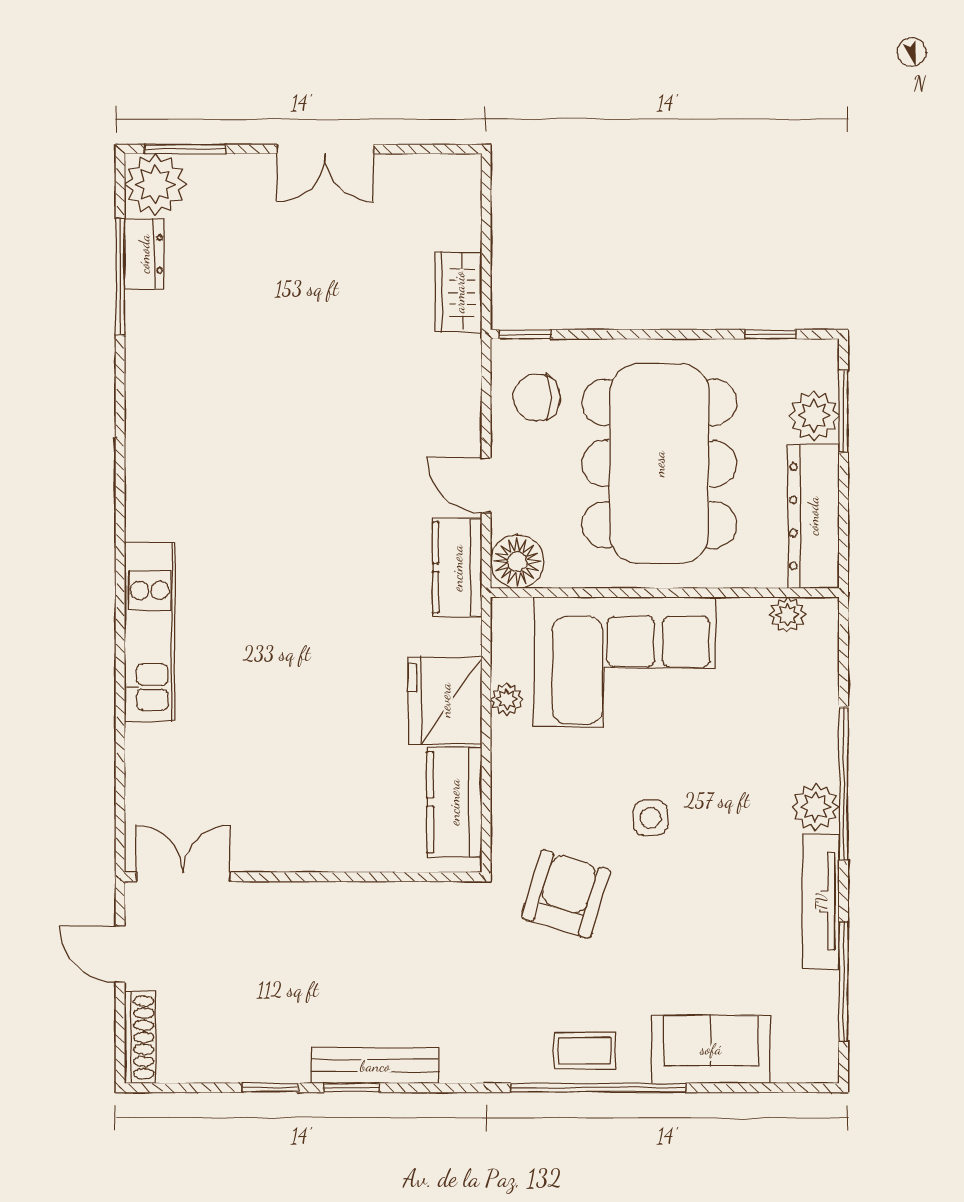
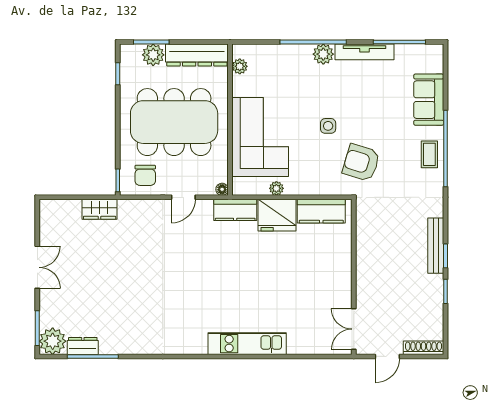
floor lamp: (517, 562) -> (222, 189), width x0.53, depth x0.53
kitchen counter: (457, 568) -> (235, 210), moved

